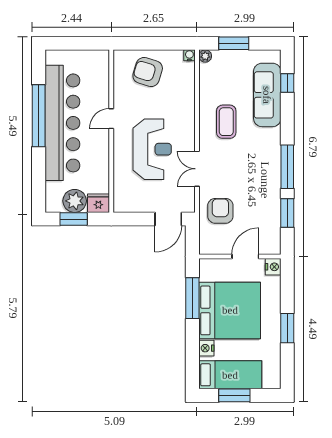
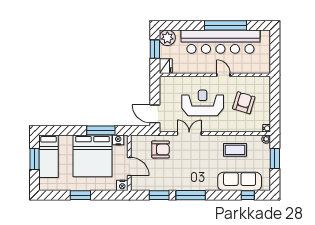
armchair: (148, 72) -> (244, 103), moved
coffee table: (226, 122) -> (235, 150), moved
reception desk: (152, 149) -> (203, 103), turned 180
plant: (75, 201) -> (167, 38), moved
nightstand: (206, 348) -> (118, 140), moved

